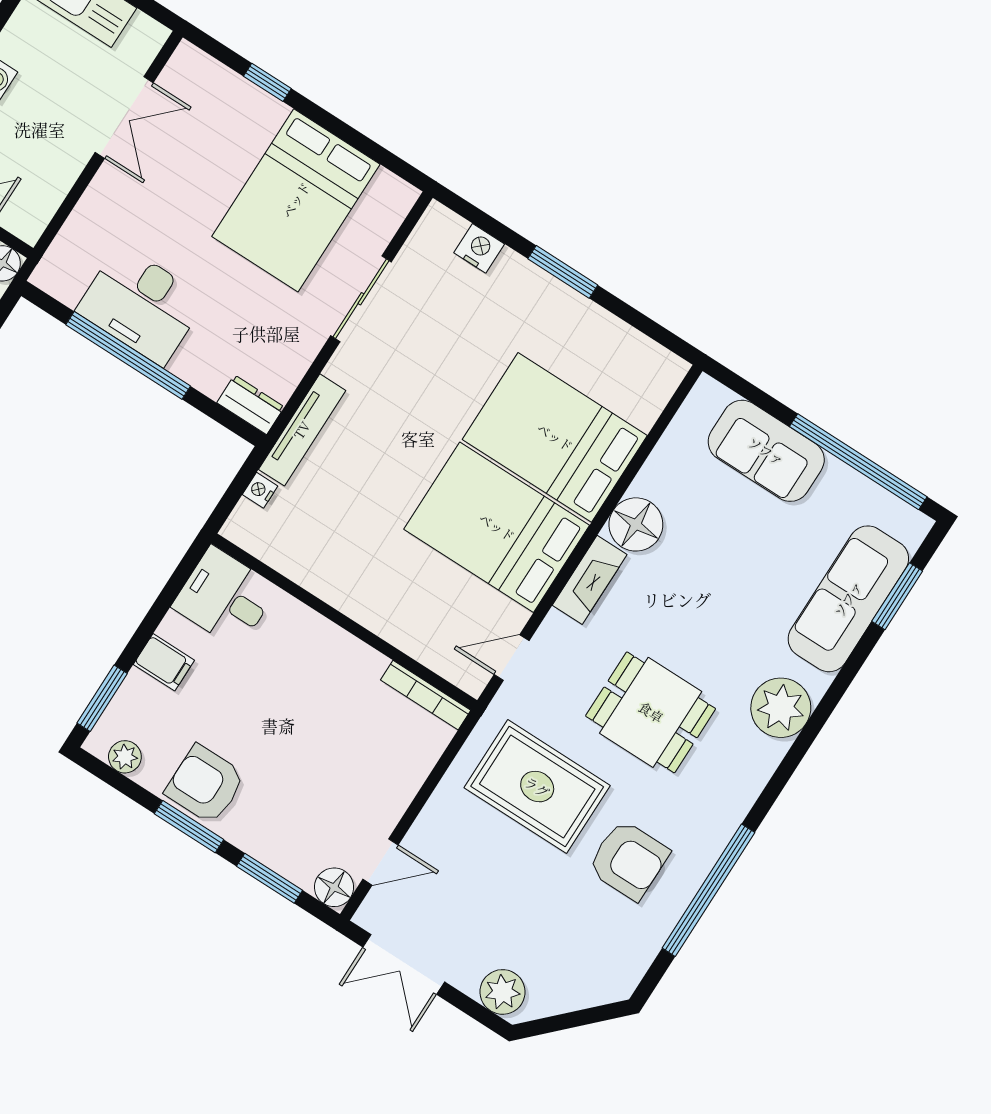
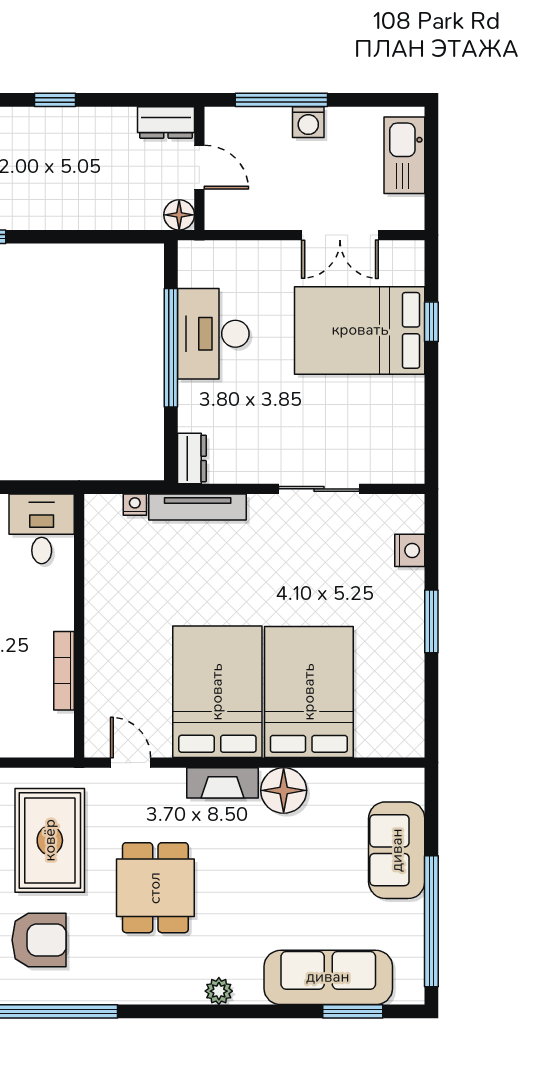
bed: (296, 200) -> (360, 330), moved
bookcase: (426, 695) -> (64, 671), moved
plant: (781, 708) -> (219, 991), width x0.53, depth x0.53
armchair: (628, 860) -> (39, 940), turned -90

